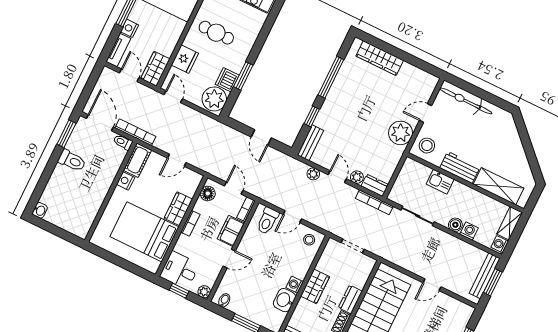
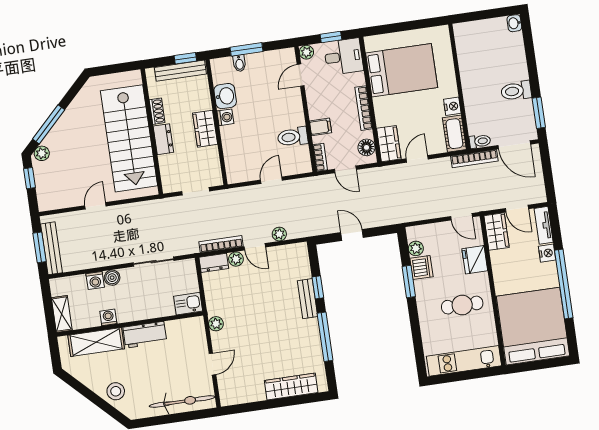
plant: (214, 99) -> (416, 248), width x0.53, depth x0.53
plant: (401, 133) -> (216, 324), width x0.53, depth x0.53
bench: (310, 143) -> (308, 299), moved
stool: (427, 146) -> (116, 391), moved
kitchen sink: (440, 182) -> (188, 304), moved
bookcase: (374, 202) -> (221, 244), moved
wardrobe: (178, 209) -> (389, 144), moved
toilet: (267, 221) -> (293, 137), moved, turned -90
bookcase: (190, 223) -> (364, 108), width x1.56
filing cabinet: (231, 231) -> (320, 127), width x0.50
stool: (309, 240) -> (241, 169), removed
washing machine: (500, 244) -> (108, 317), moved, turned -90
door: (229, 259) -> (301, 75), moved
bidet: (224, 300) -> (239, 63), moved

